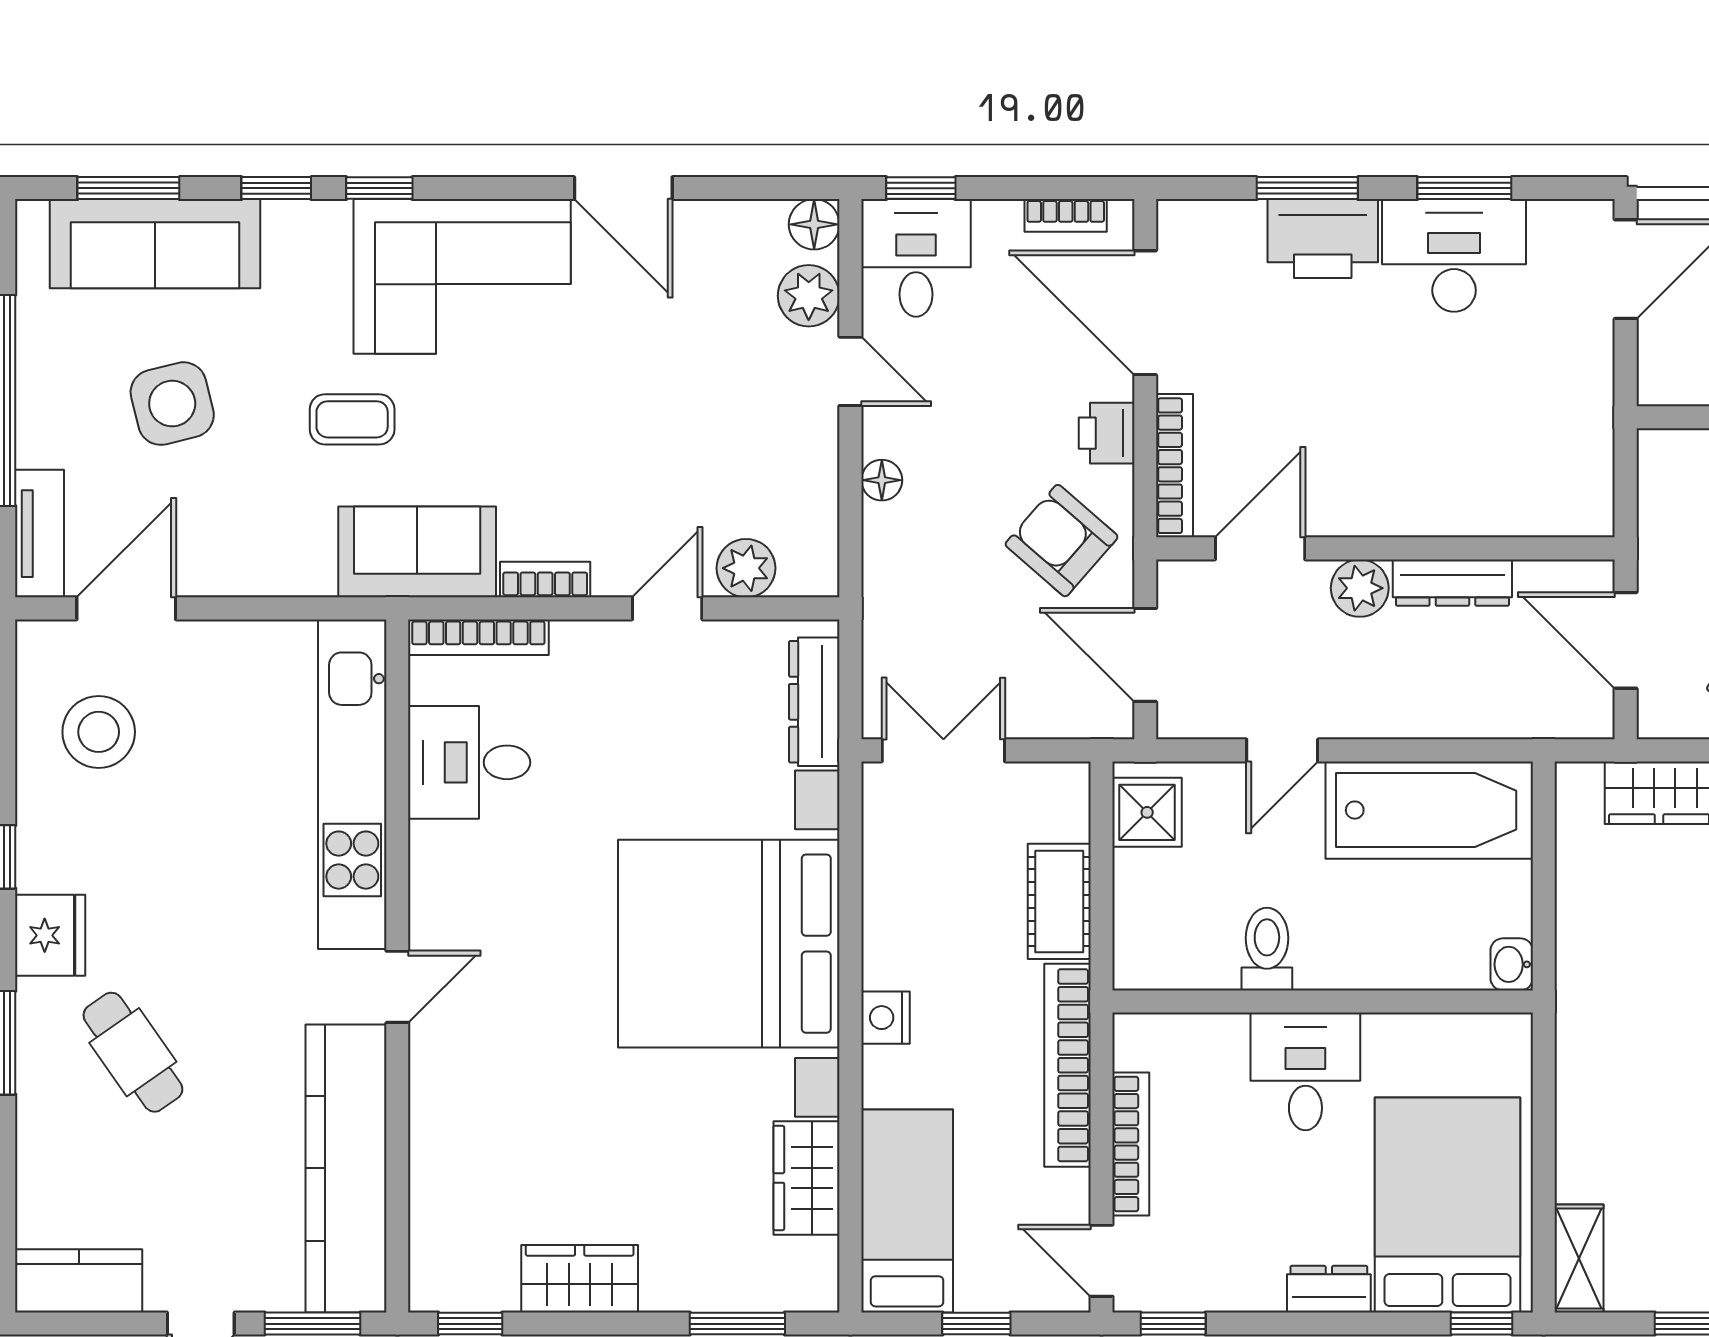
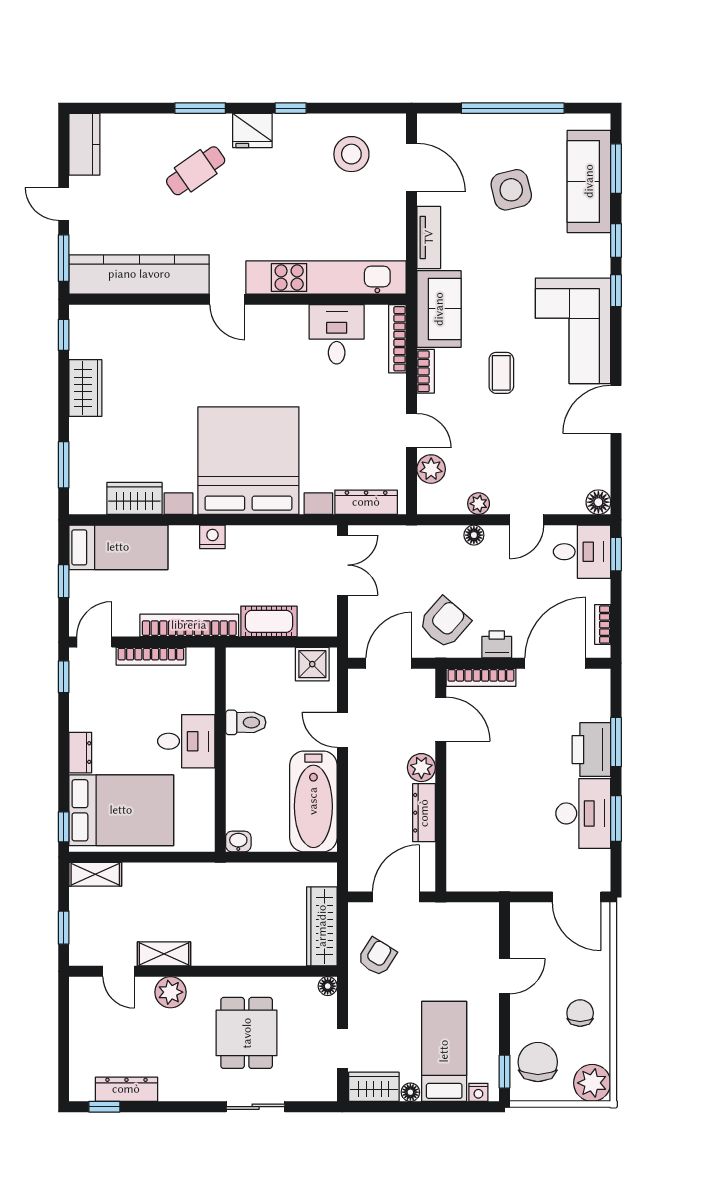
plant: (809, 296) -> (479, 504), moved, width x0.73, depth x0.73
coffee table: (352, 419) -> (501, 373), moved
tv unit: (40, 534) -> (429, 237), moved, turned -90

